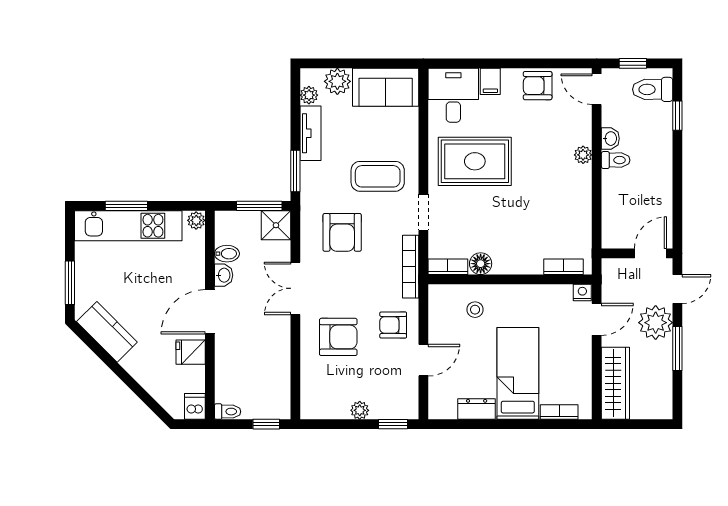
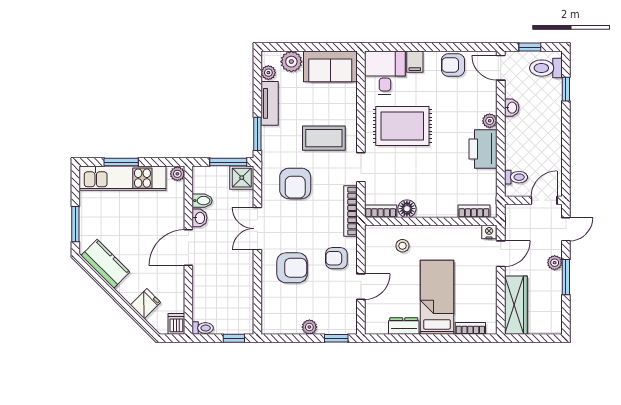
toilet: (616, 160) -> (516, 177), moved
printer: (575, 190) -> (483, 149), added
plant: (656, 323) -> (555, 263), width x0.53, depth x0.53
fridge: (191, 352) -> (145, 304), moved, turned 135

